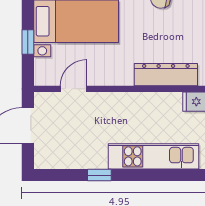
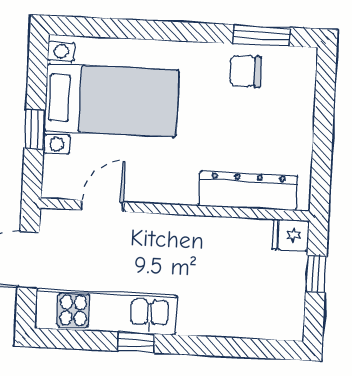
kitchen unit: (153, 156) -> (106, 312), moved

